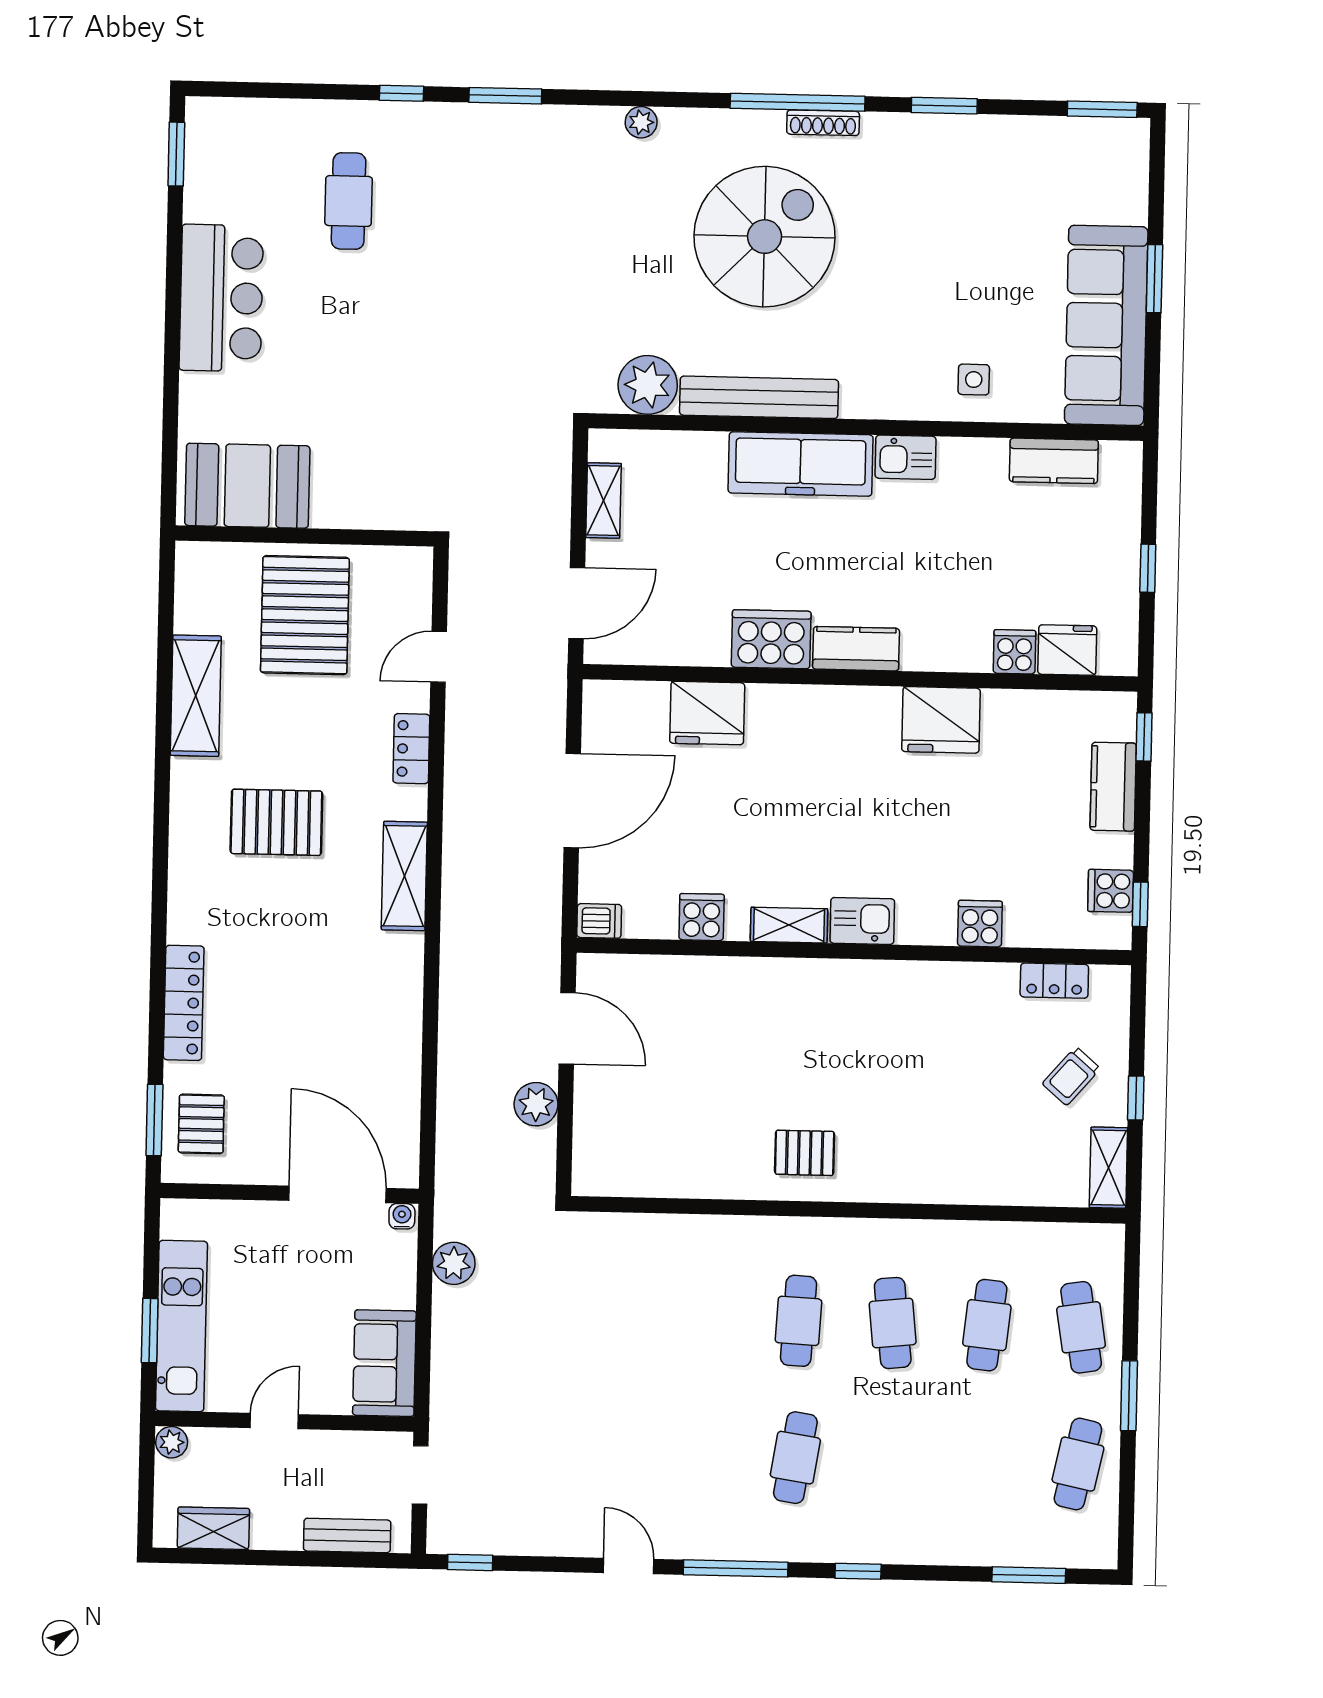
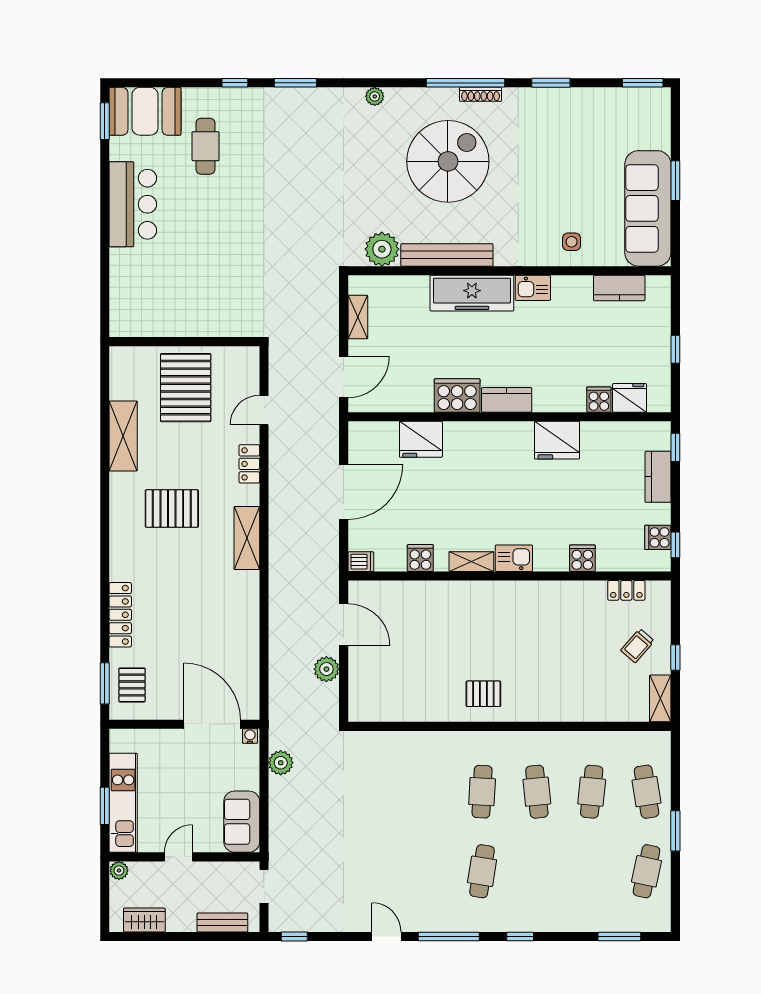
booth: (247, 486) -> (145, 111), moved

